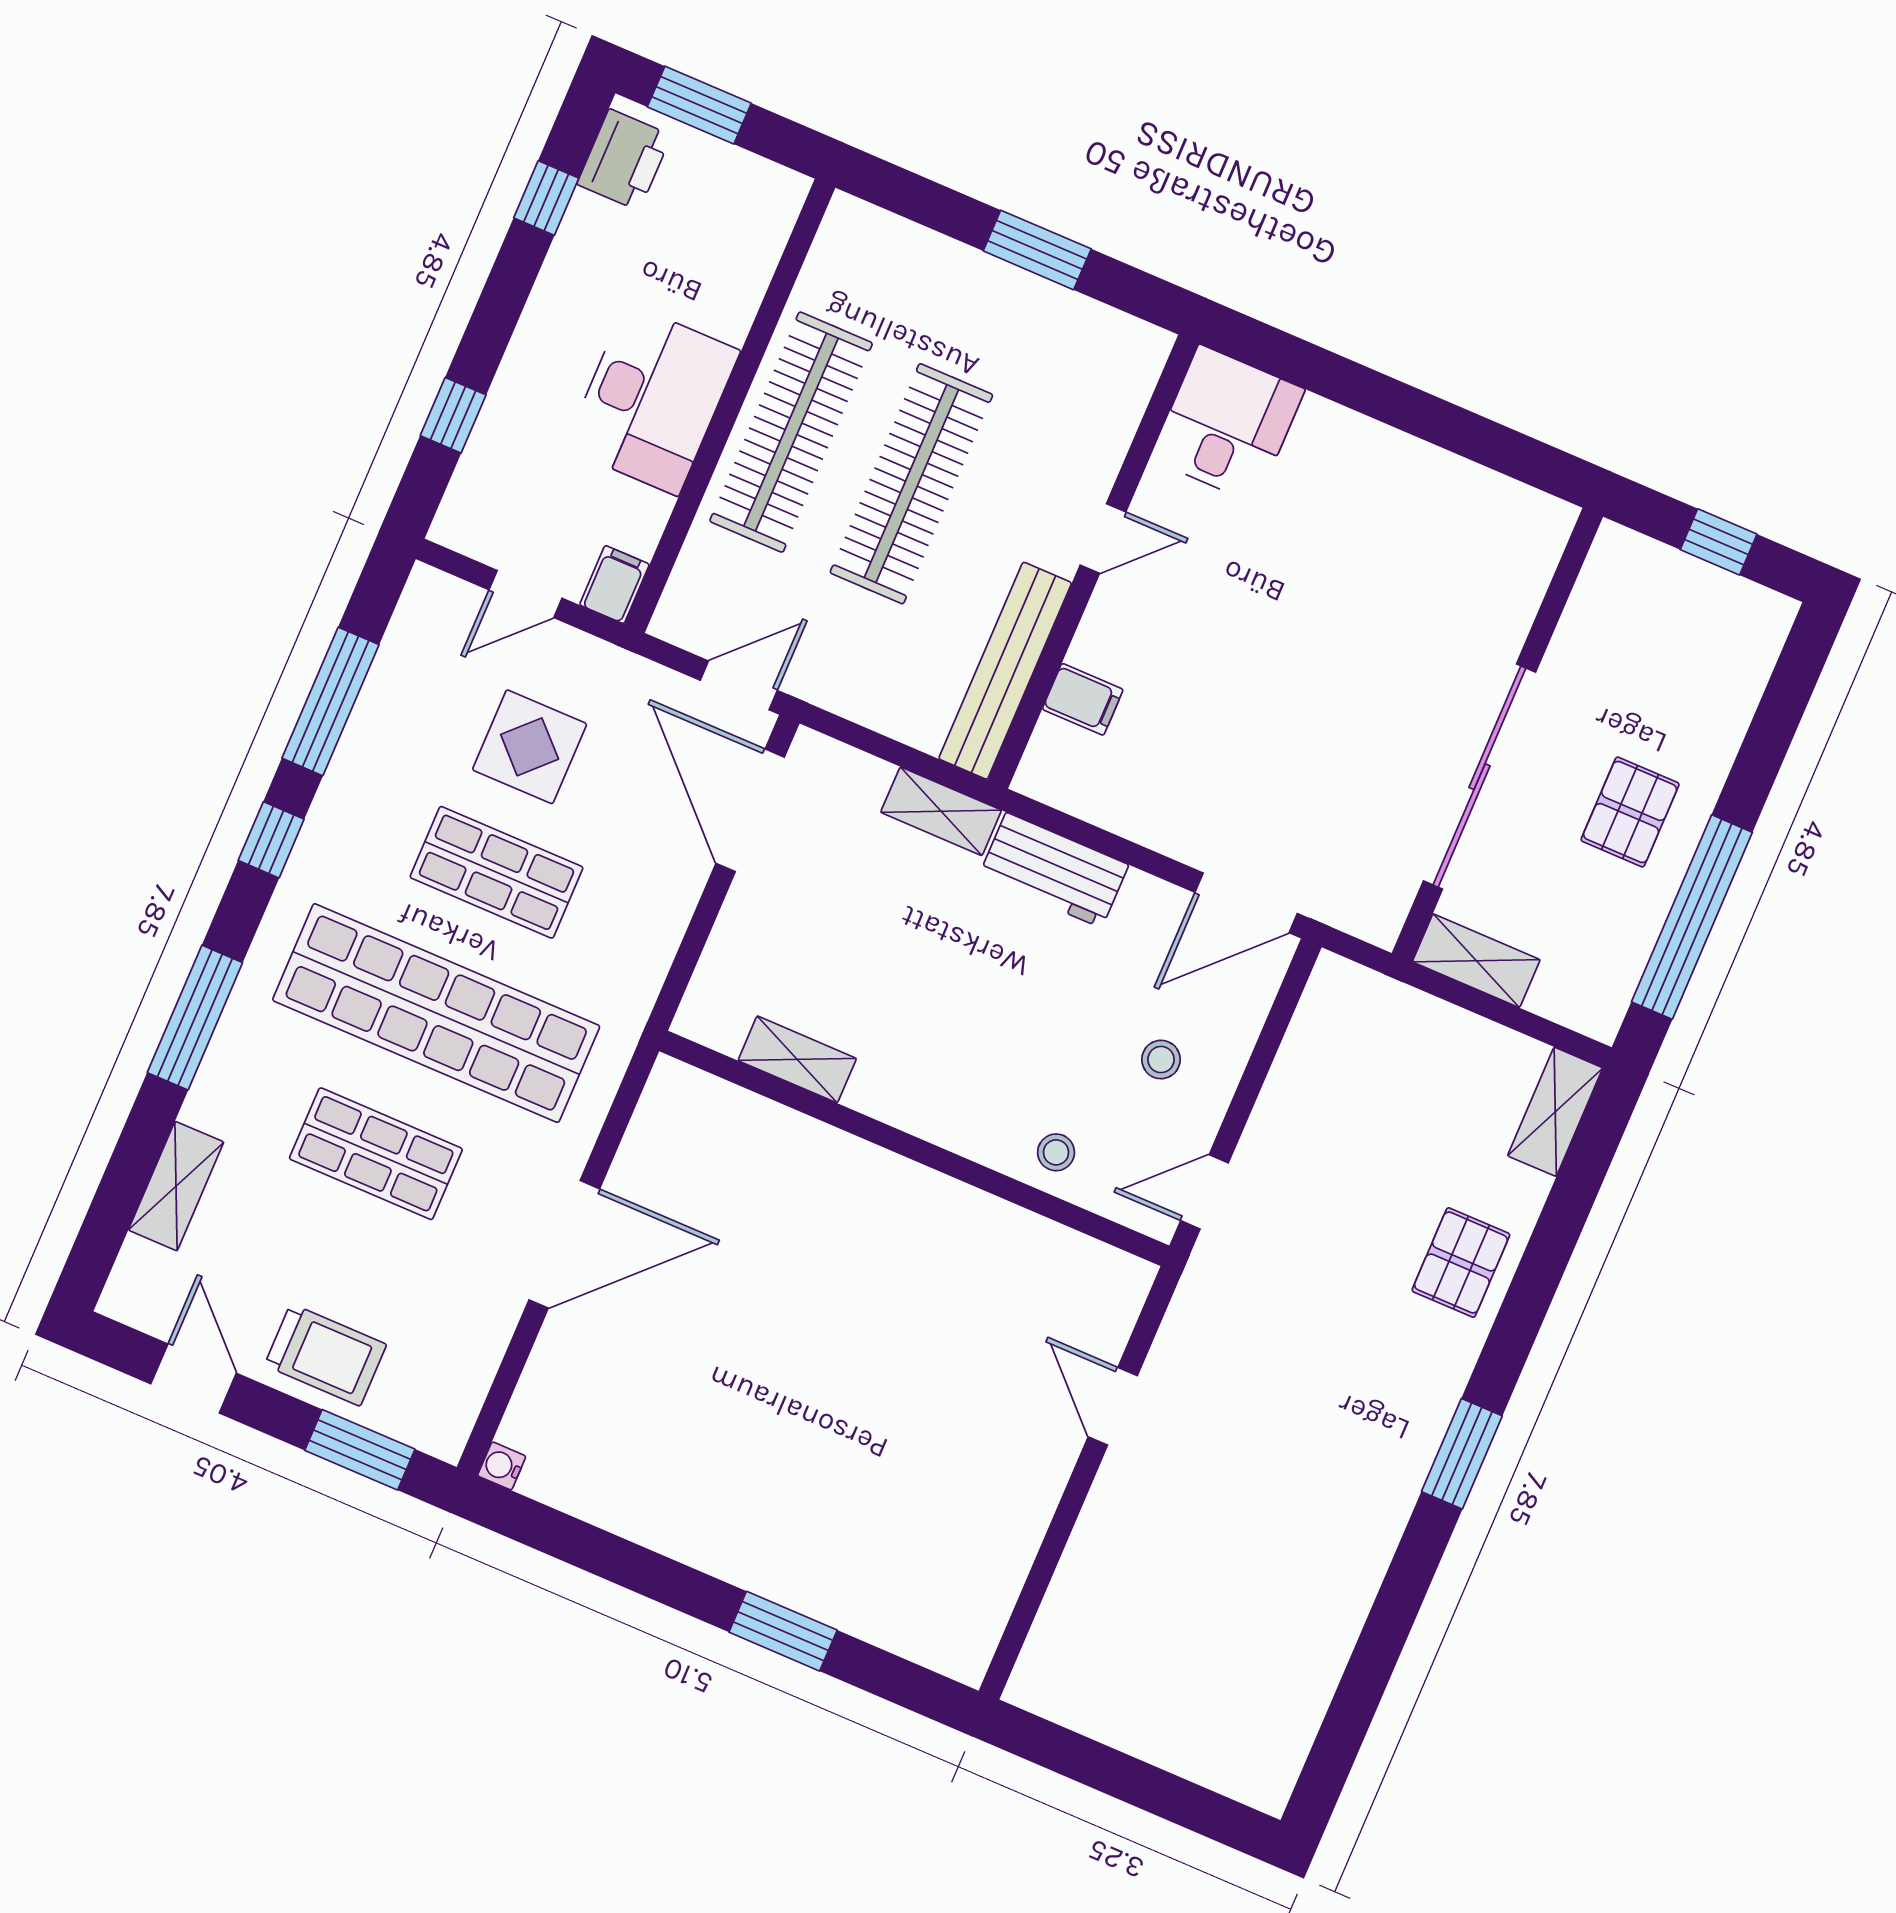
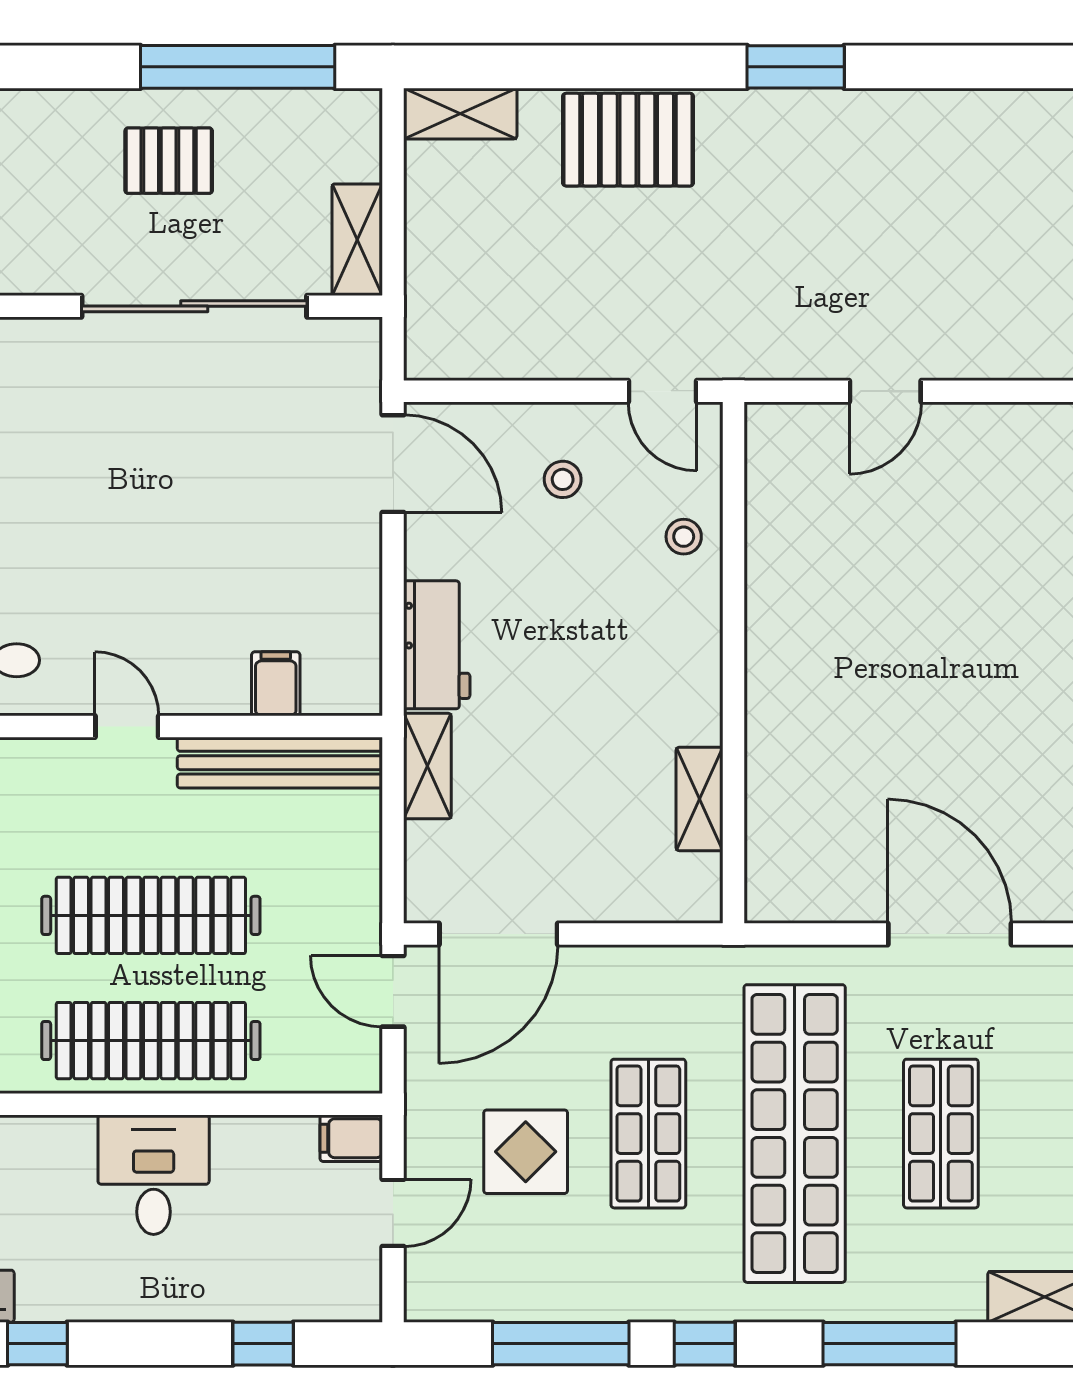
desk: (652, 399) -> (154, 1175), width x0.73
door: (526, 594) -> (393, 1213), hinge flipped
pallet: (1461, 1263) -> (628, 140), width x1.50, depth x1.42

